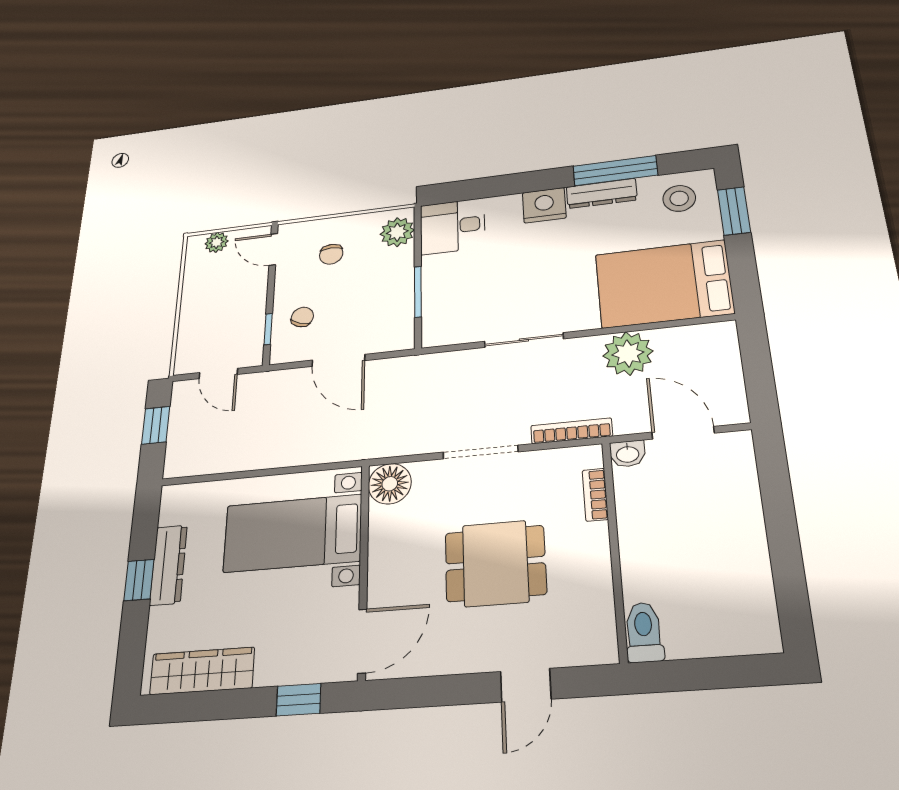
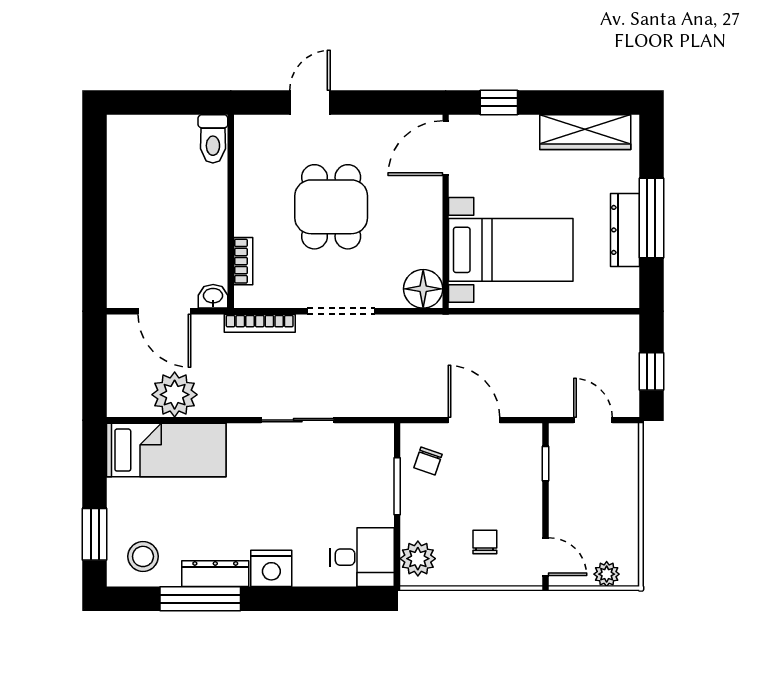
bed: (664, 284) -> (166, 450), width x0.67
chair: (302, 317) -> (428, 461), moved
plant: (628, 354) -> (175, 395), moved
dining table: (495, 563) -> (331, 207), turned 90
window: (139, 580) -> (651, 218), width x2.17

